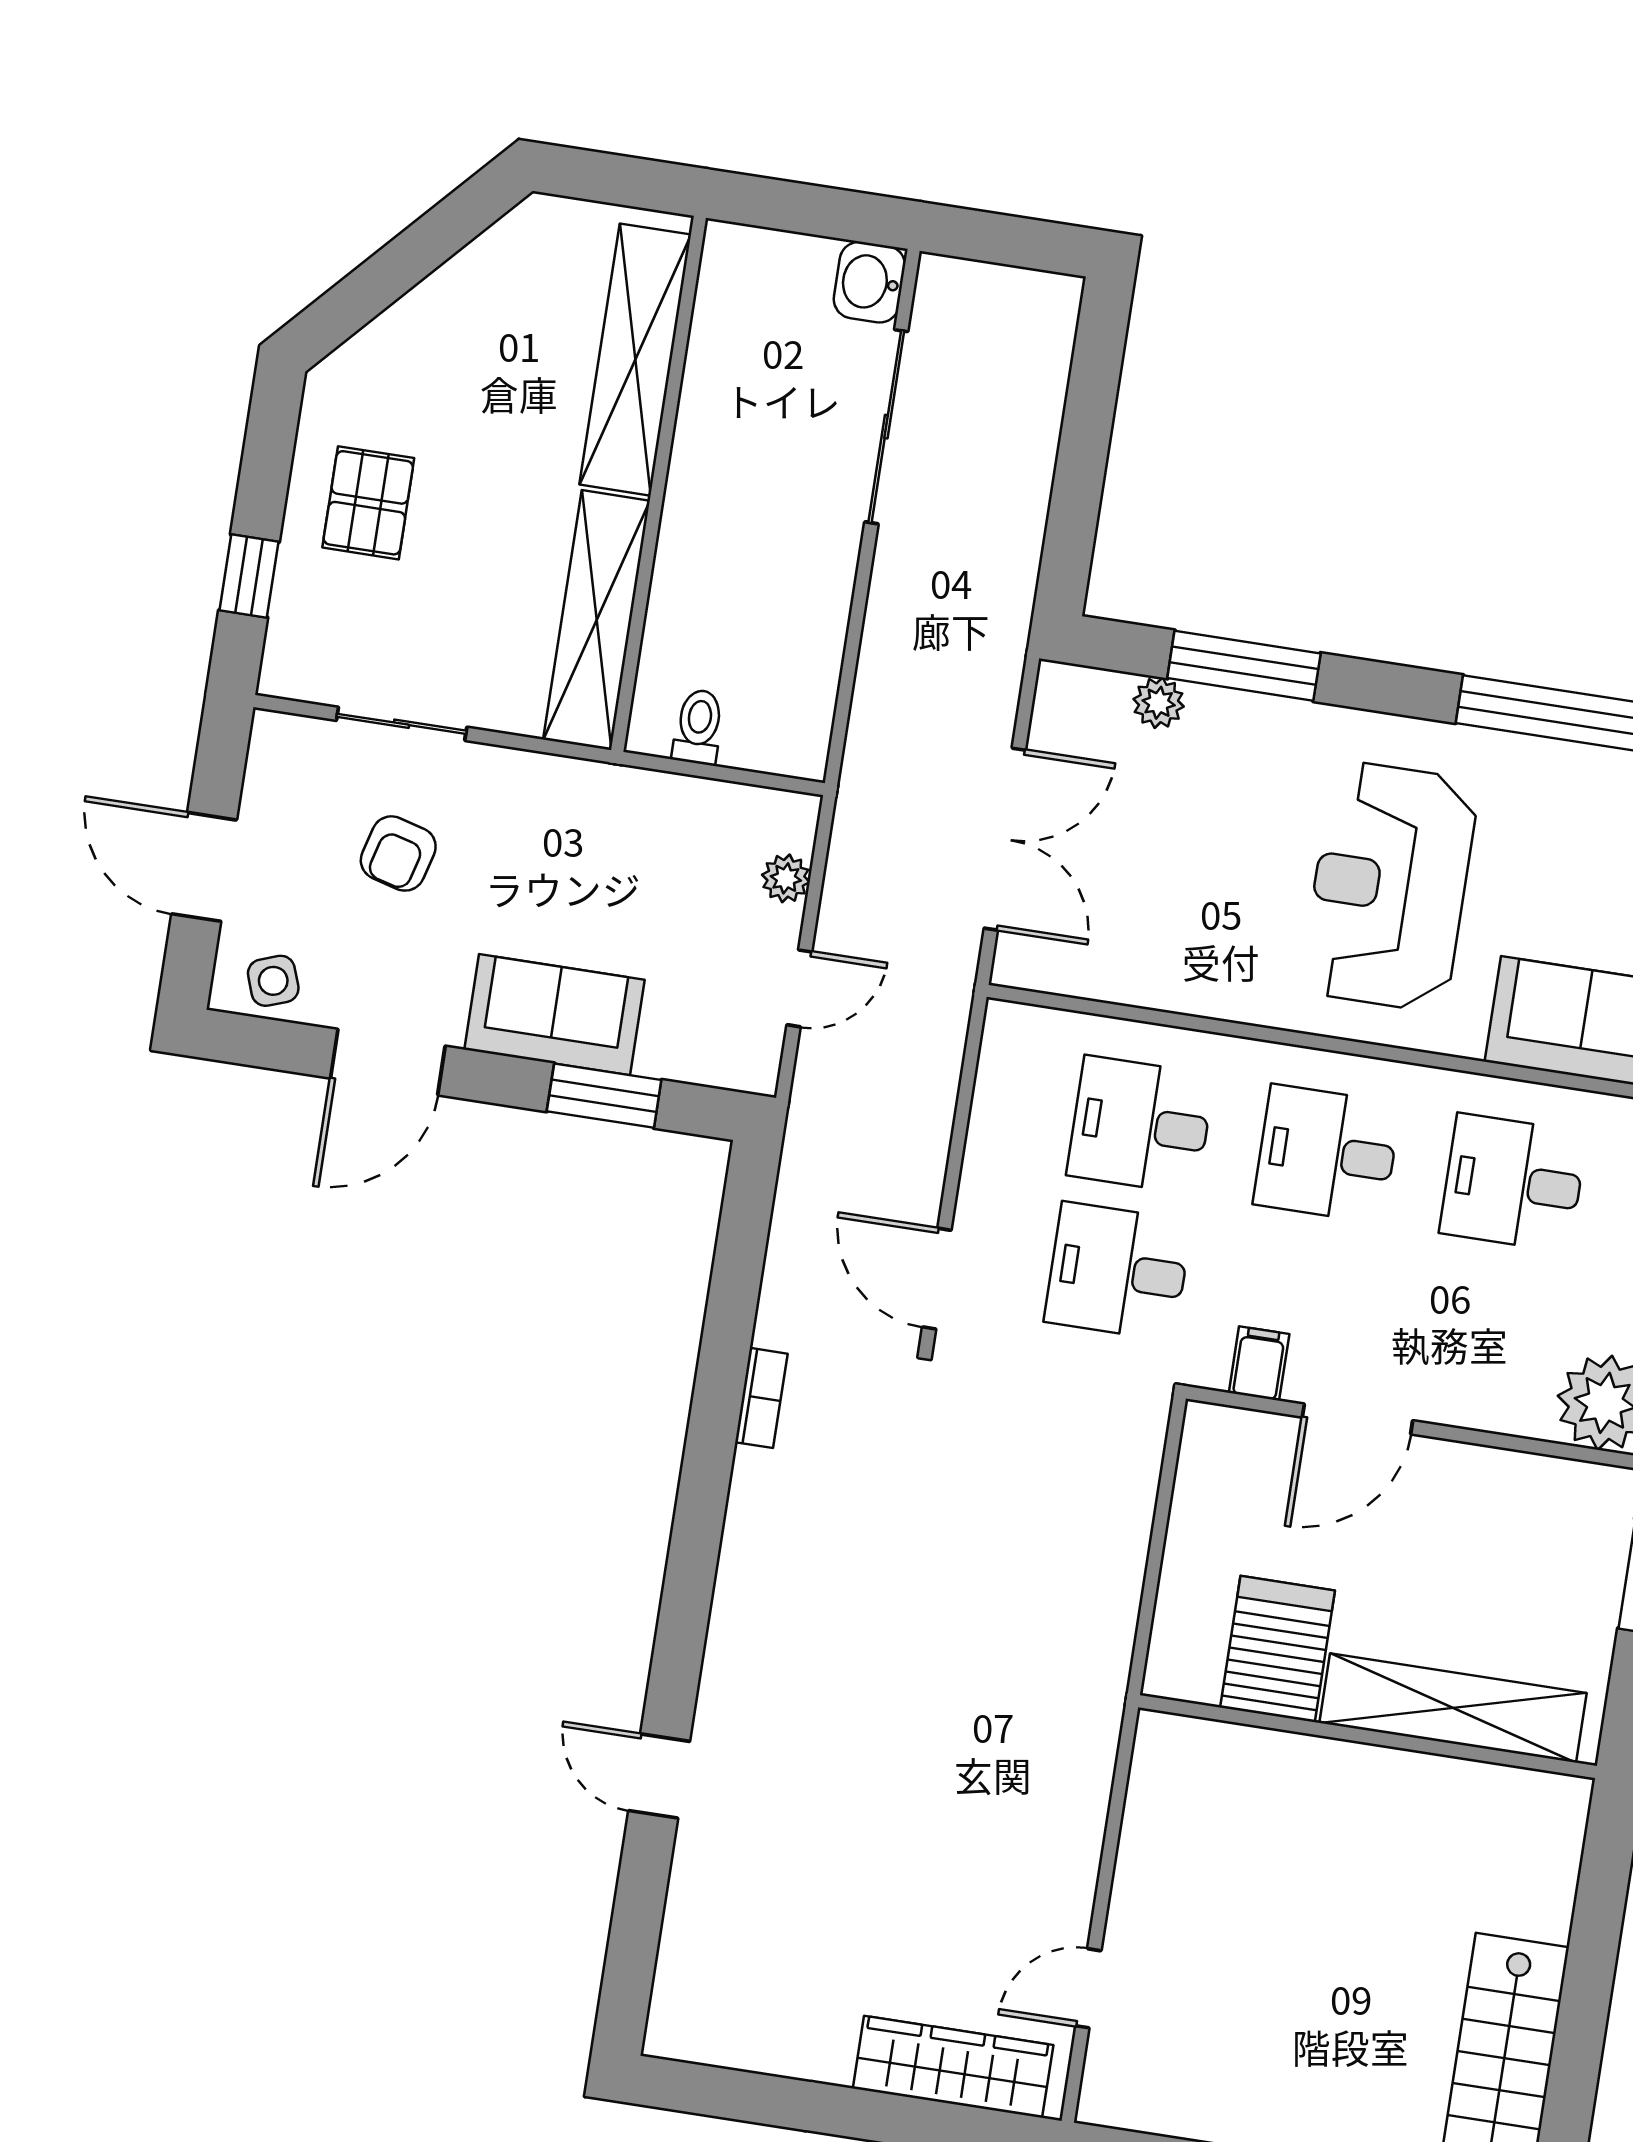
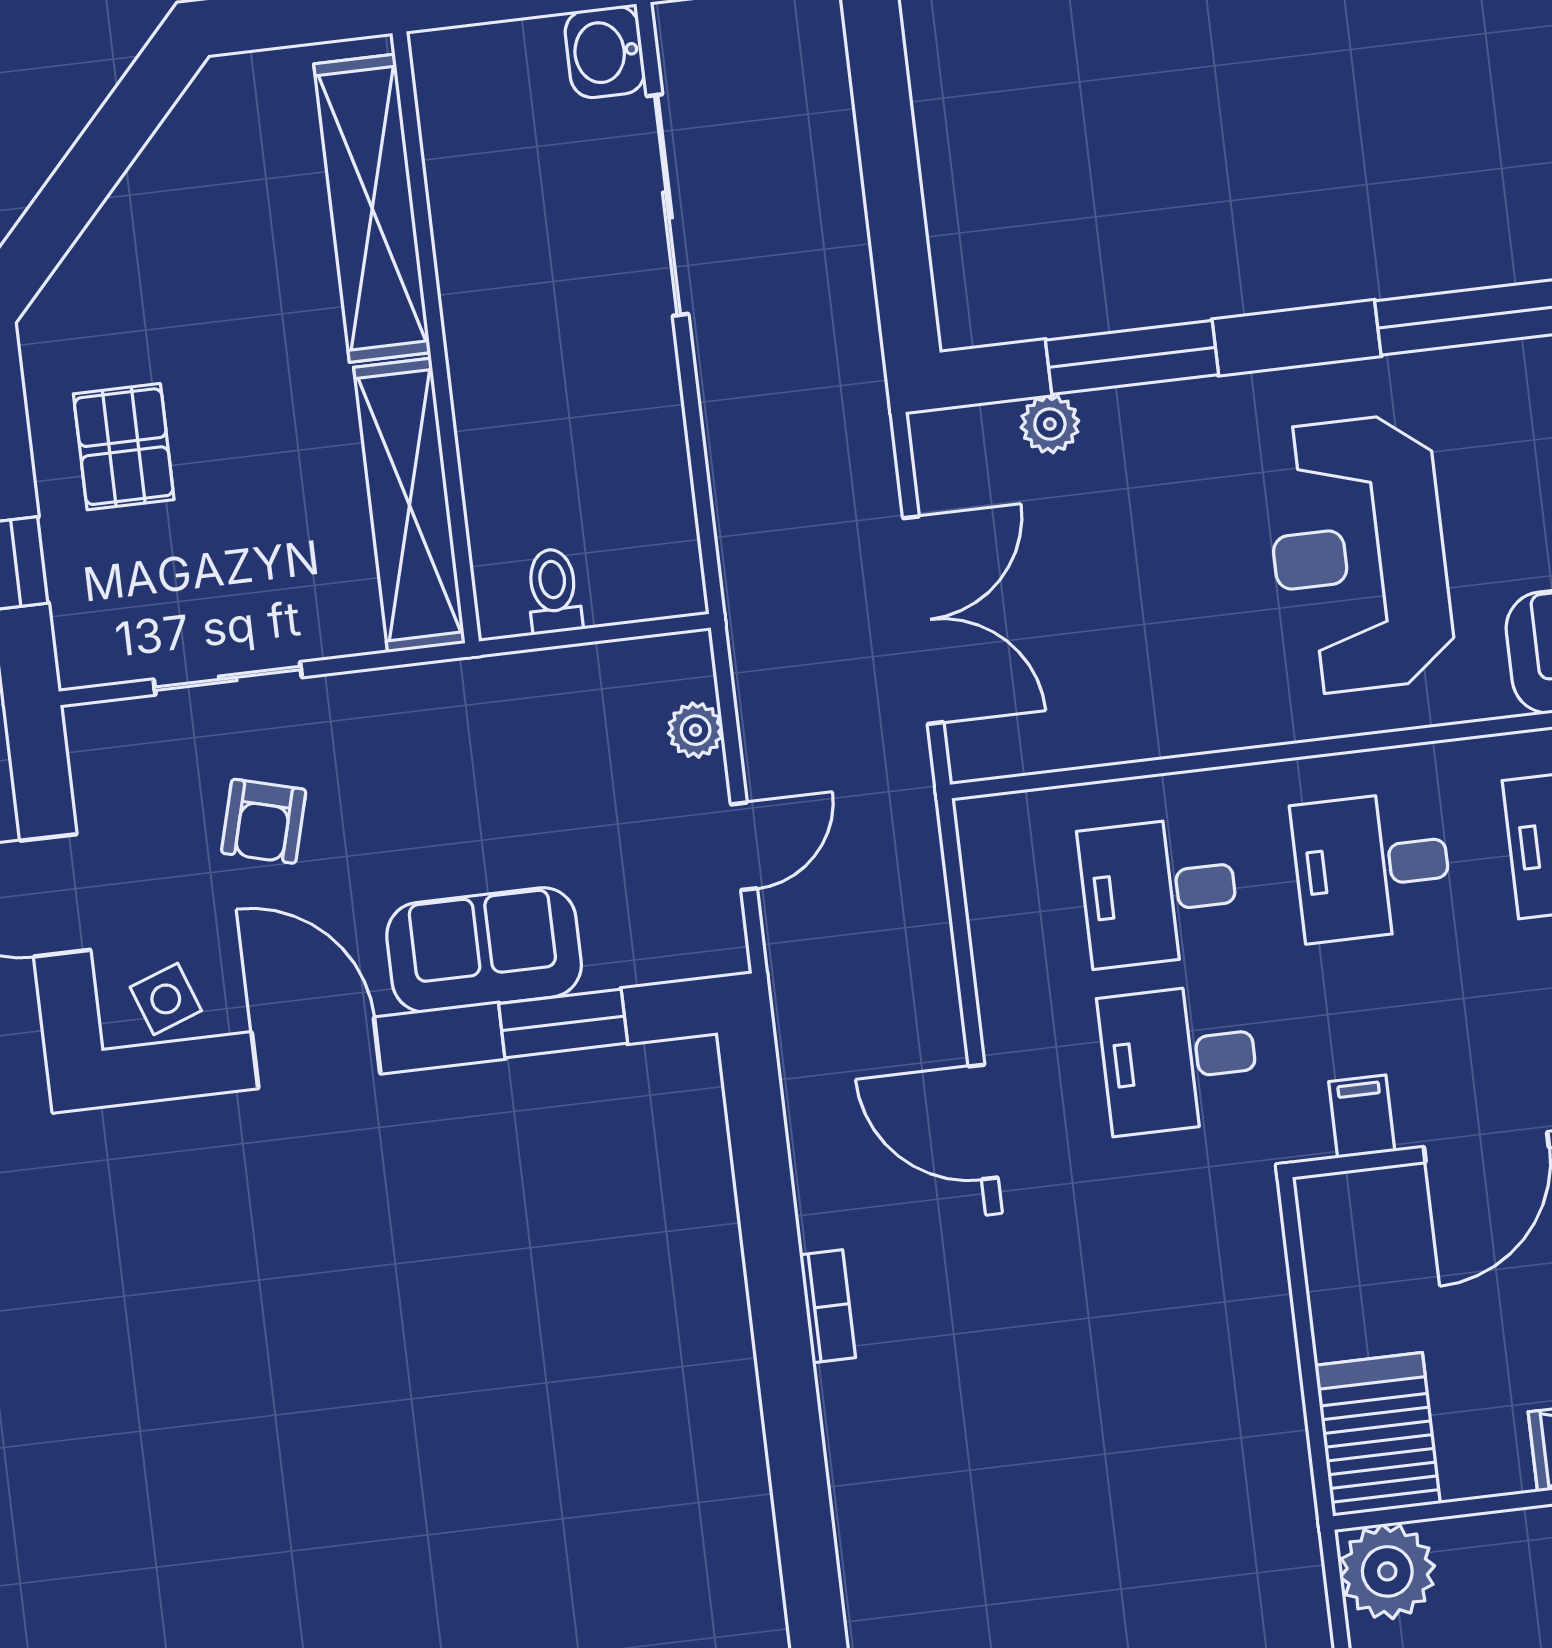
door: (388, 1062) -> (316, 1053), swing flipped
server rack: (1278, 1649) -> (1378, 1434), moved
plant: (1173, 1755) -> (1387, 1571), added

